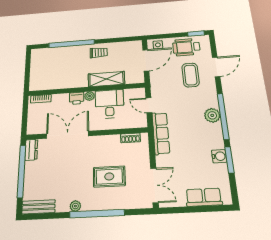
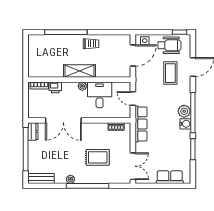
wheelchair: (186, 47) -> (169, 45), turned 180
shelving: (106, 79) -> (79, 71), moved
printer: (77, 98) -> (55, 87), moved
double door: (67, 135) -> (63, 120), swing flipped
water cooler: (219, 156) -> (185, 124), moved

